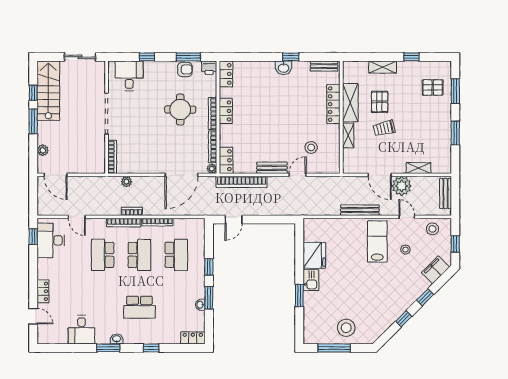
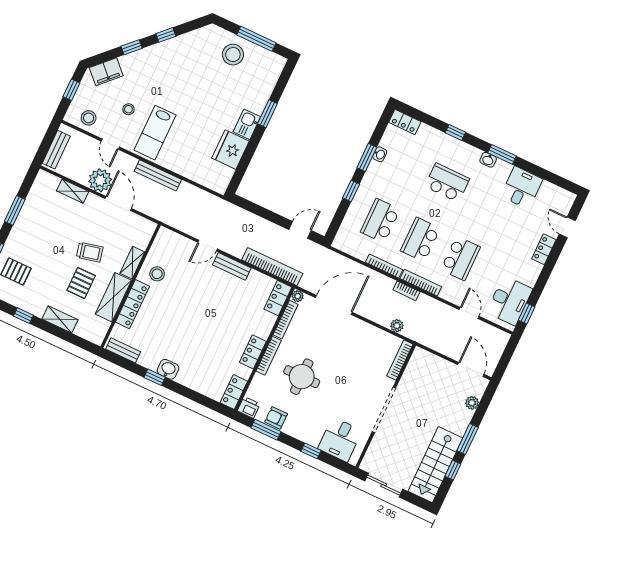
stool: (311, 147) -> (157, 274), moved

